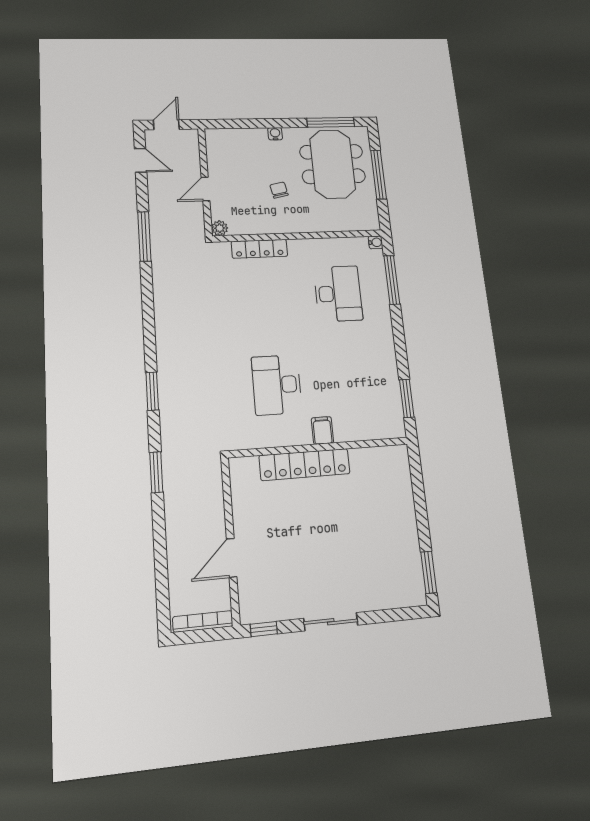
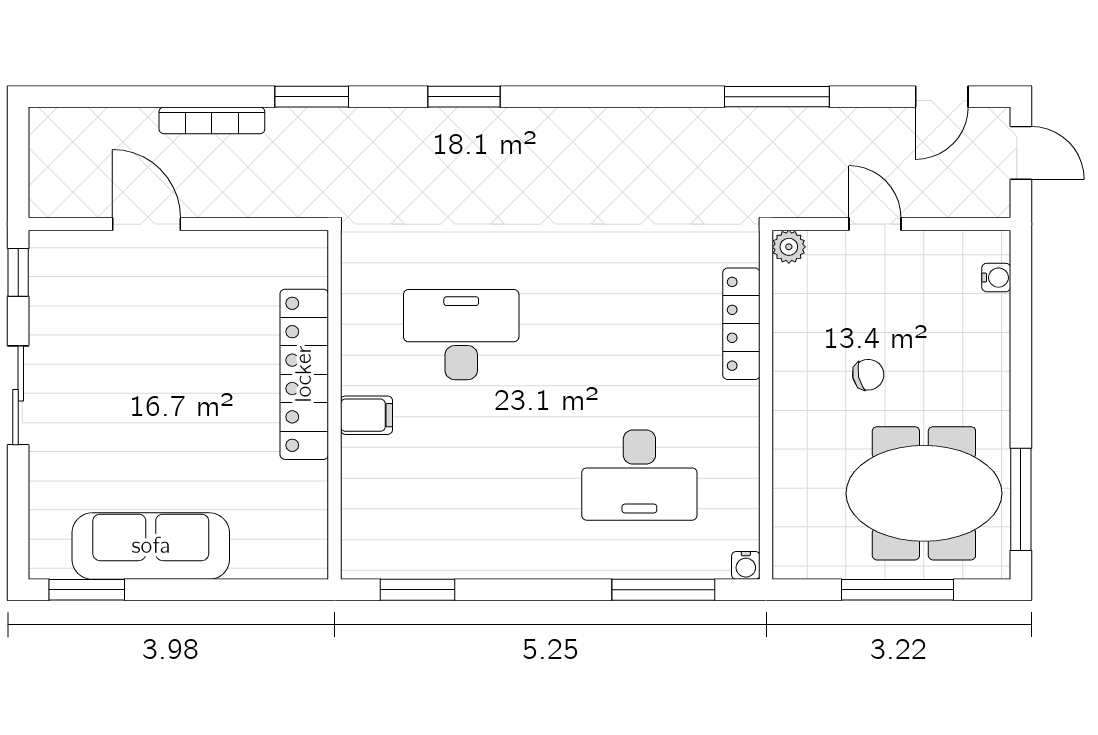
water cooler: (275, 134) -> (996, 278), moved
sofa: (402, 539) -> (151, 546), added
bookcase: (203, 621) -> (212, 120), moved, turned 90

